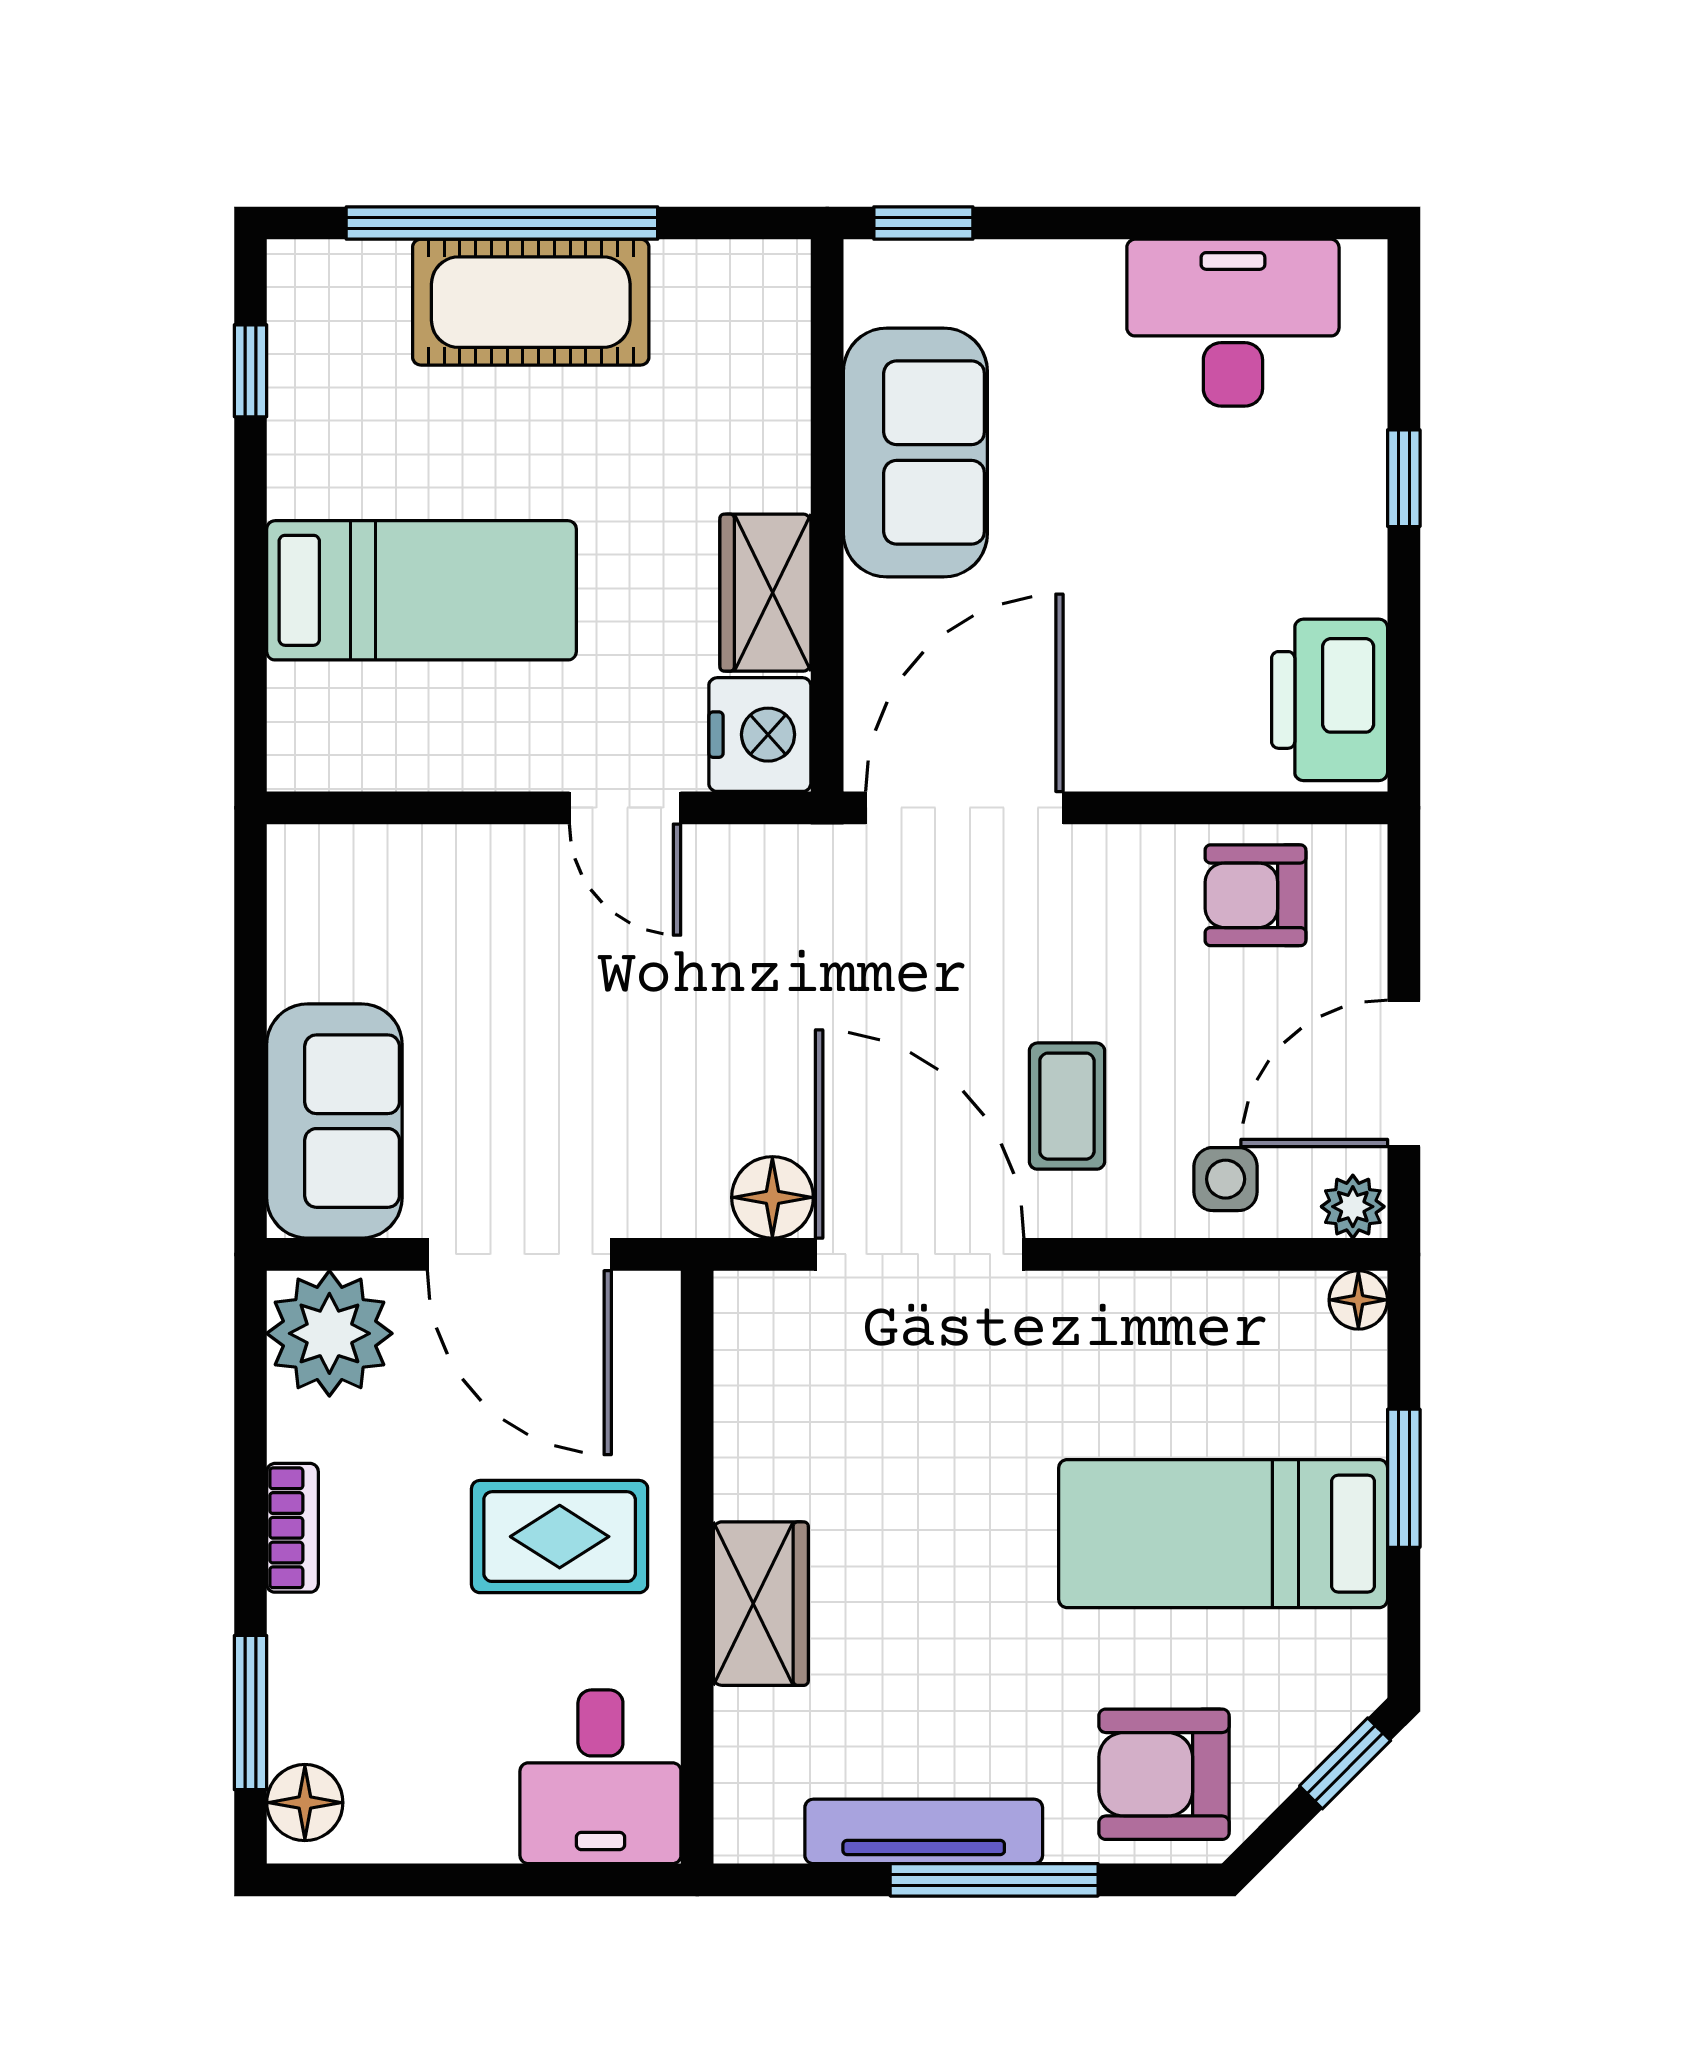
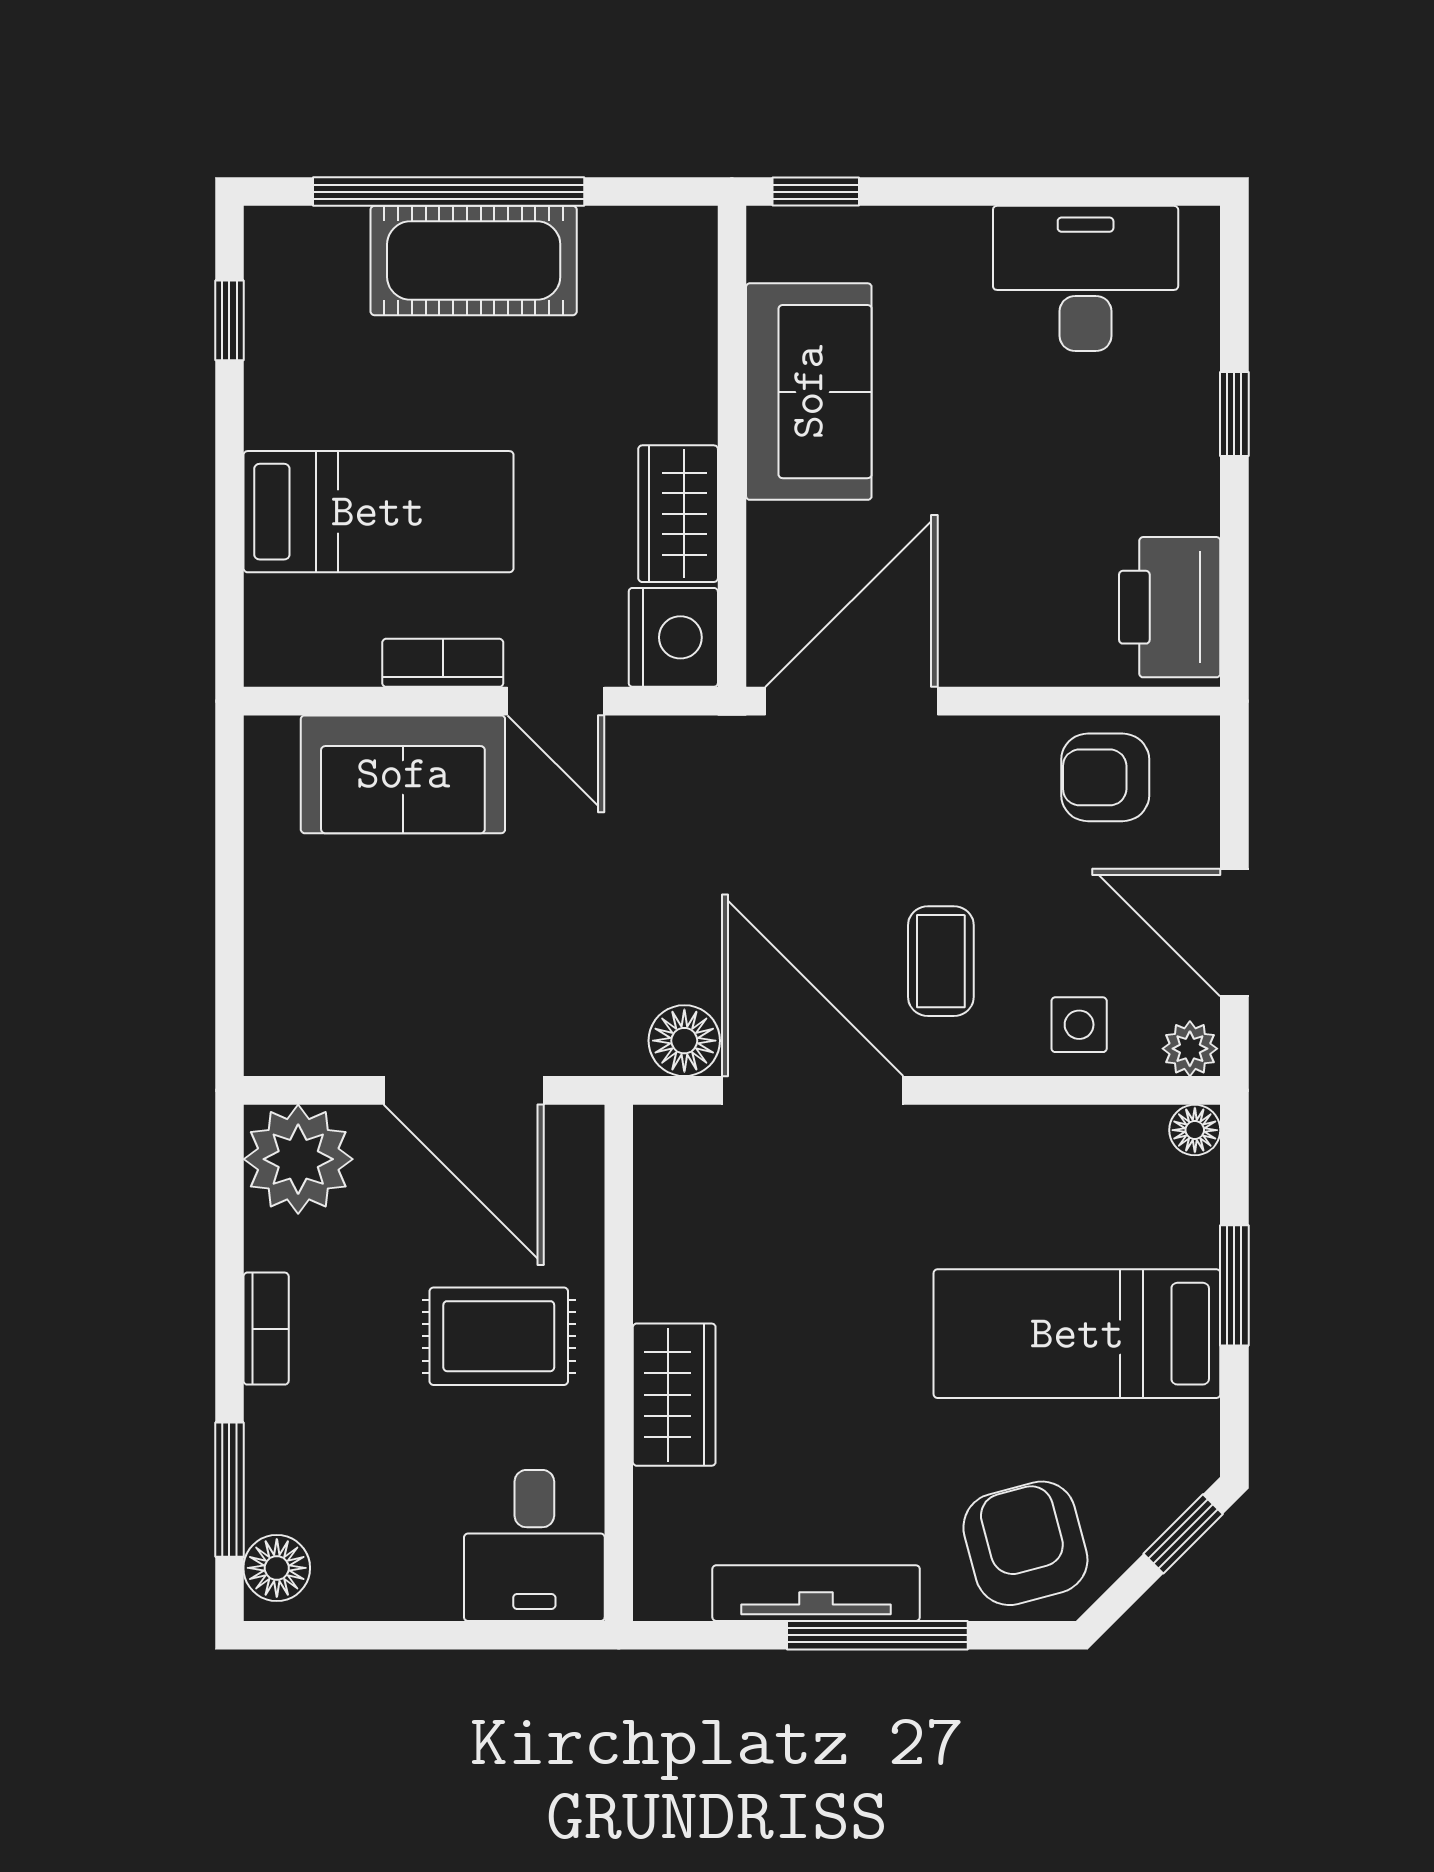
bookcase: (495, 764) -> (443, 663), added
door: (1404, 1073) -> (1234, 933), hinge flipped
sofa: (334, 1121) -> (403, 774), moved, turned 90
armchair: (1164, 1774) -> (1025, 1543), turned 75

